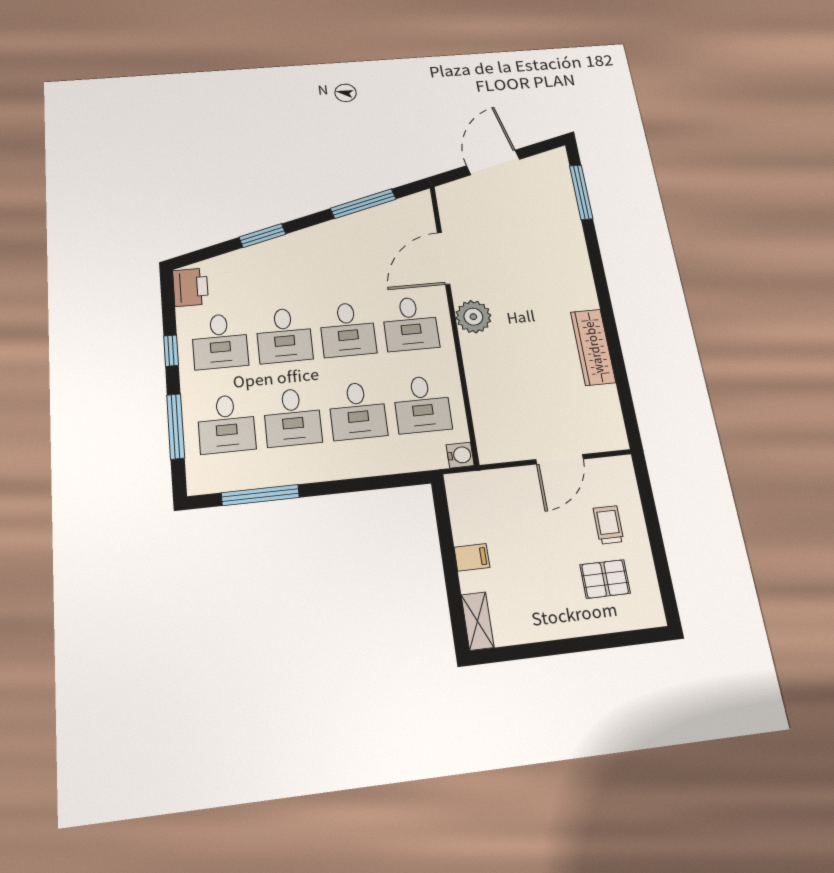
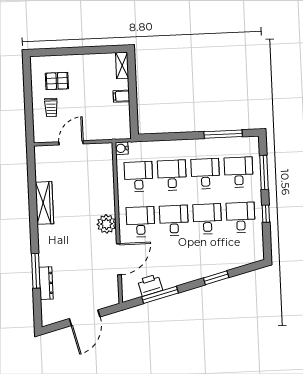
window: (581, 192) -> (36, 271), moved
dresser: (569, 214) -> (46, 283), added
printer: (191, 287) -> (150, 285), moved, turned 76

